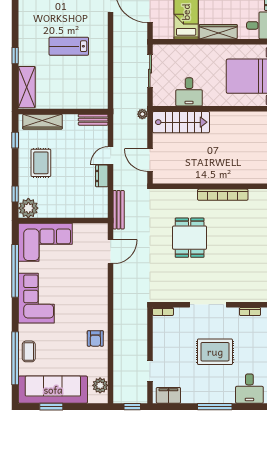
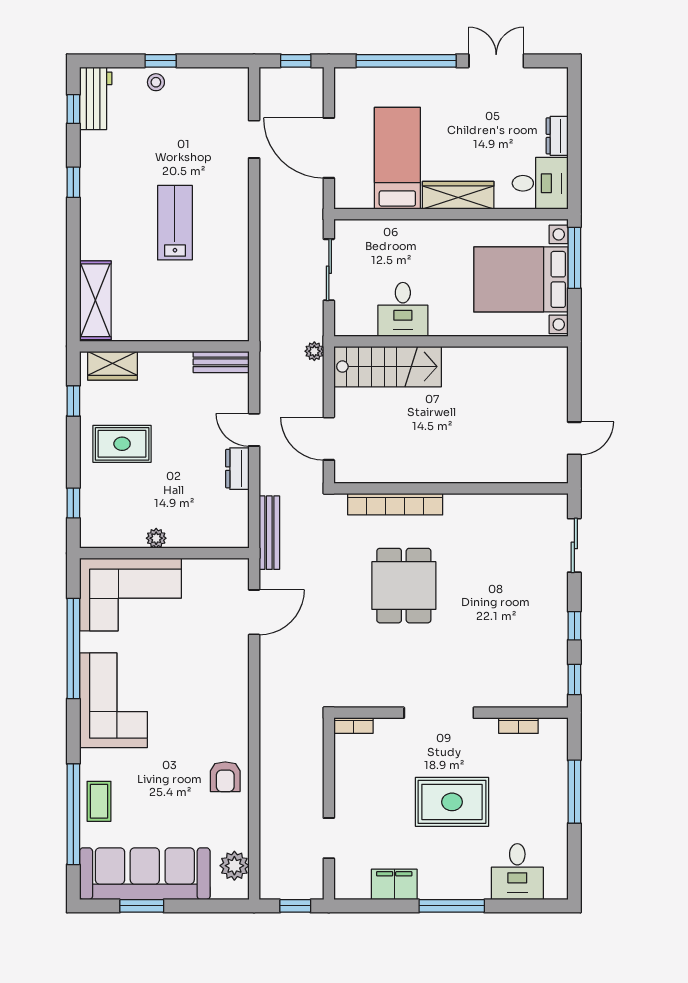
lab bench: (69, 46) -> (175, 223), turned 90
window: (15, 56) -> (73, 182), moved
wardrobe: (42, 122) -> (113, 366), width x0.67
door: (111, 155) -> (254, 430), hinge flipped
rug: (41, 163) -> (122, 444), turned 90
bookcase: (223, 195) -> (395, 504), moved
plant: (28, 208) -> (156, 538), moved, width x0.53, depth x0.53
filing cabinet: (168, 395) -> (394, 884), moved

